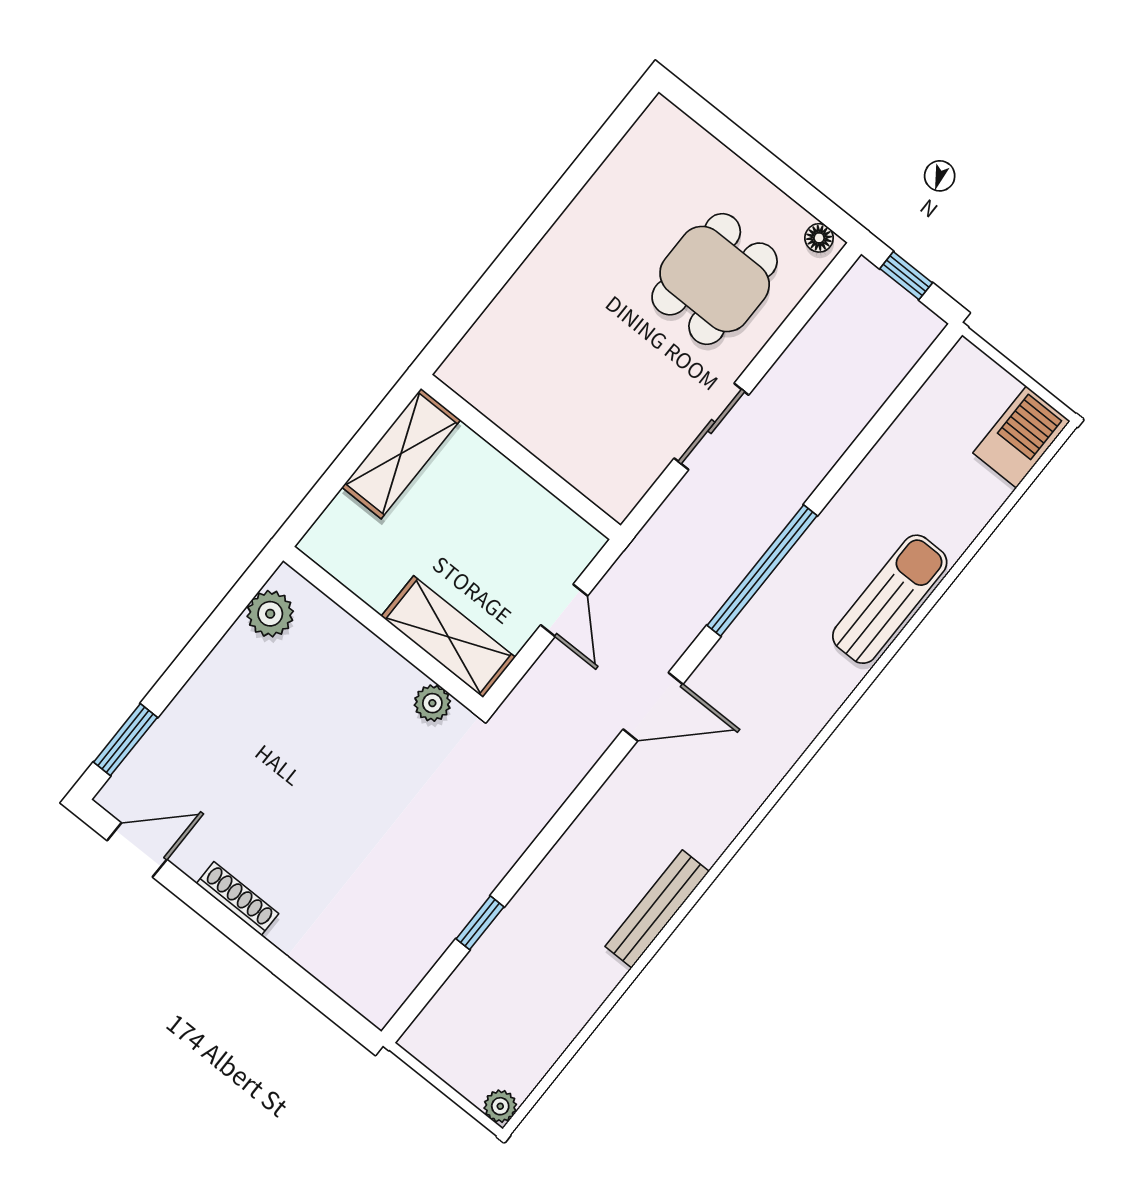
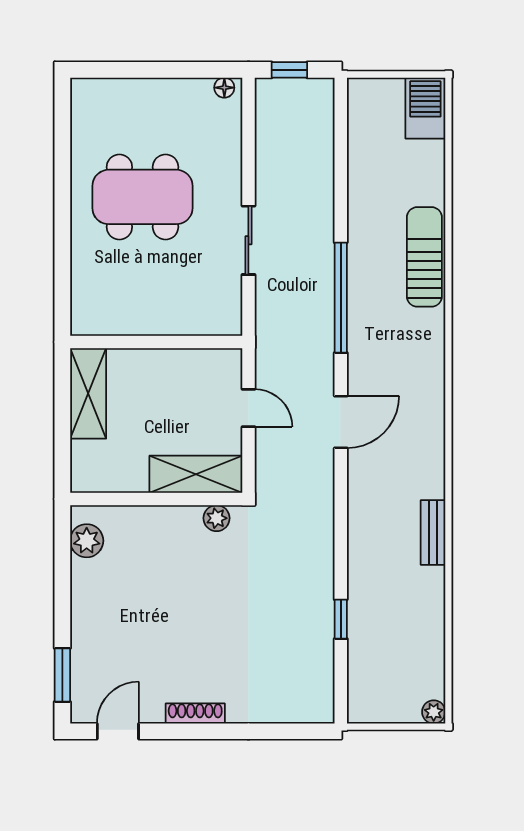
dining table: (715, 279) -> (142, 197), moved, width x1.38
bench: (657, 909) -> (433, 532), width x0.73

